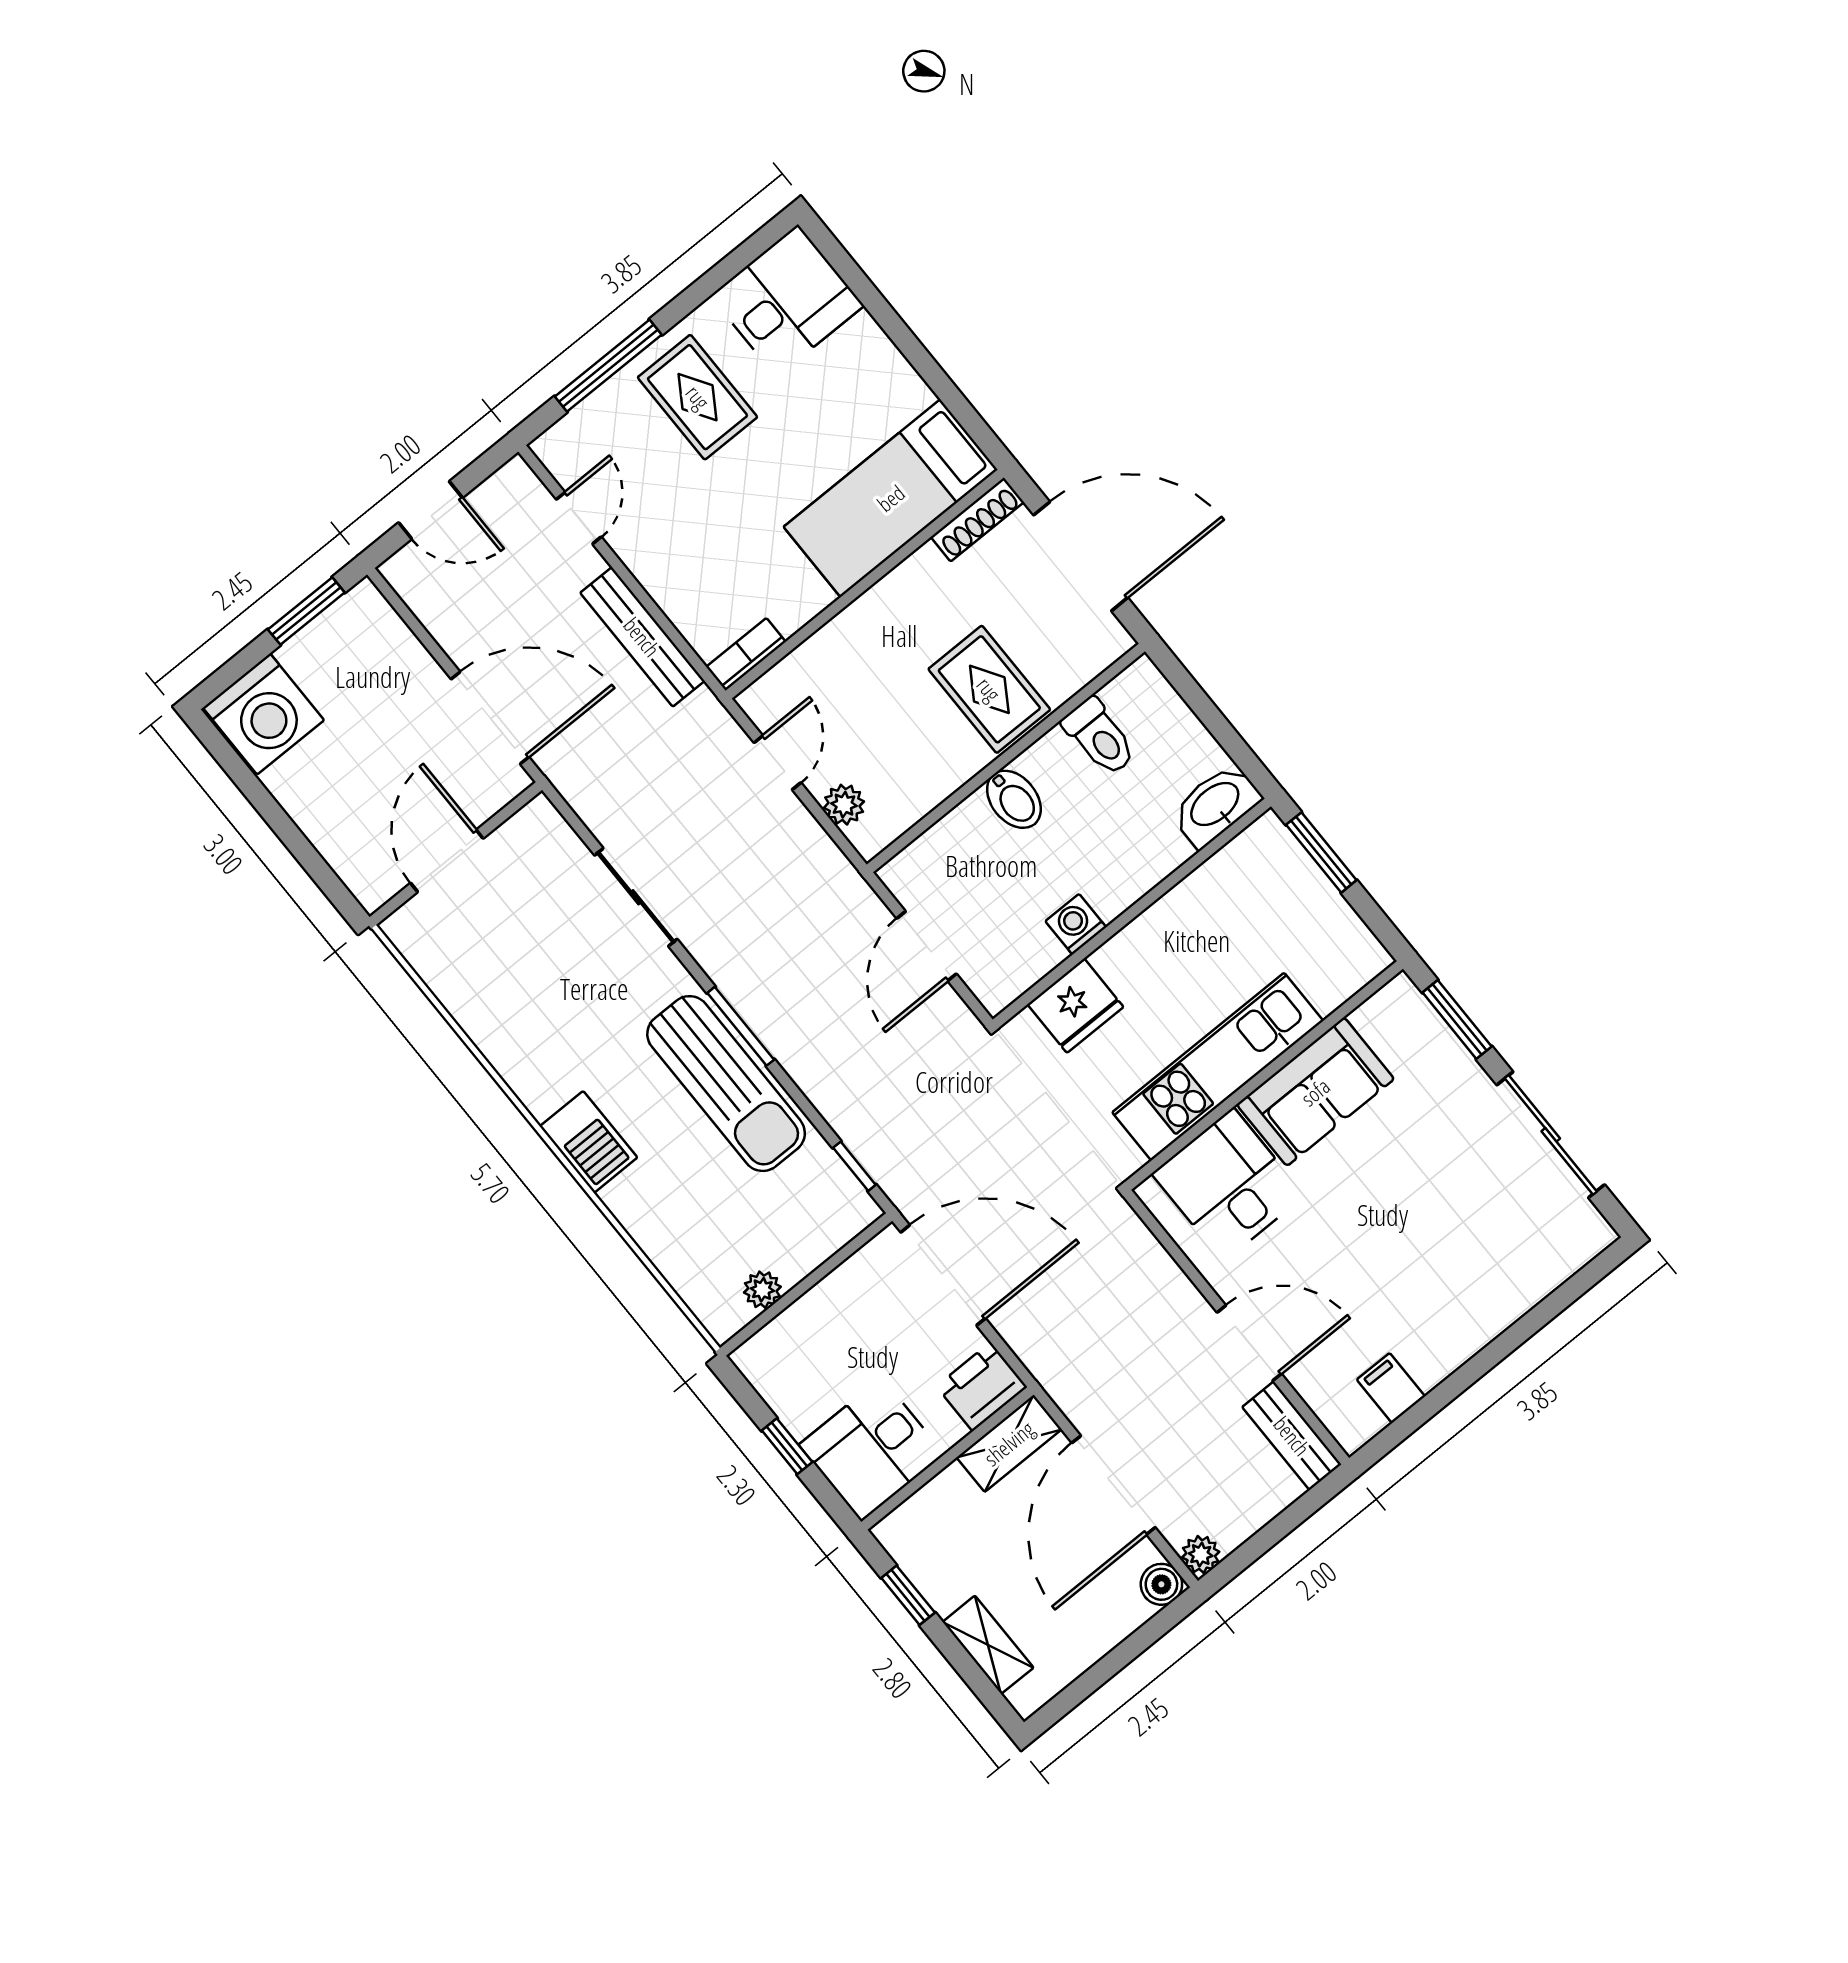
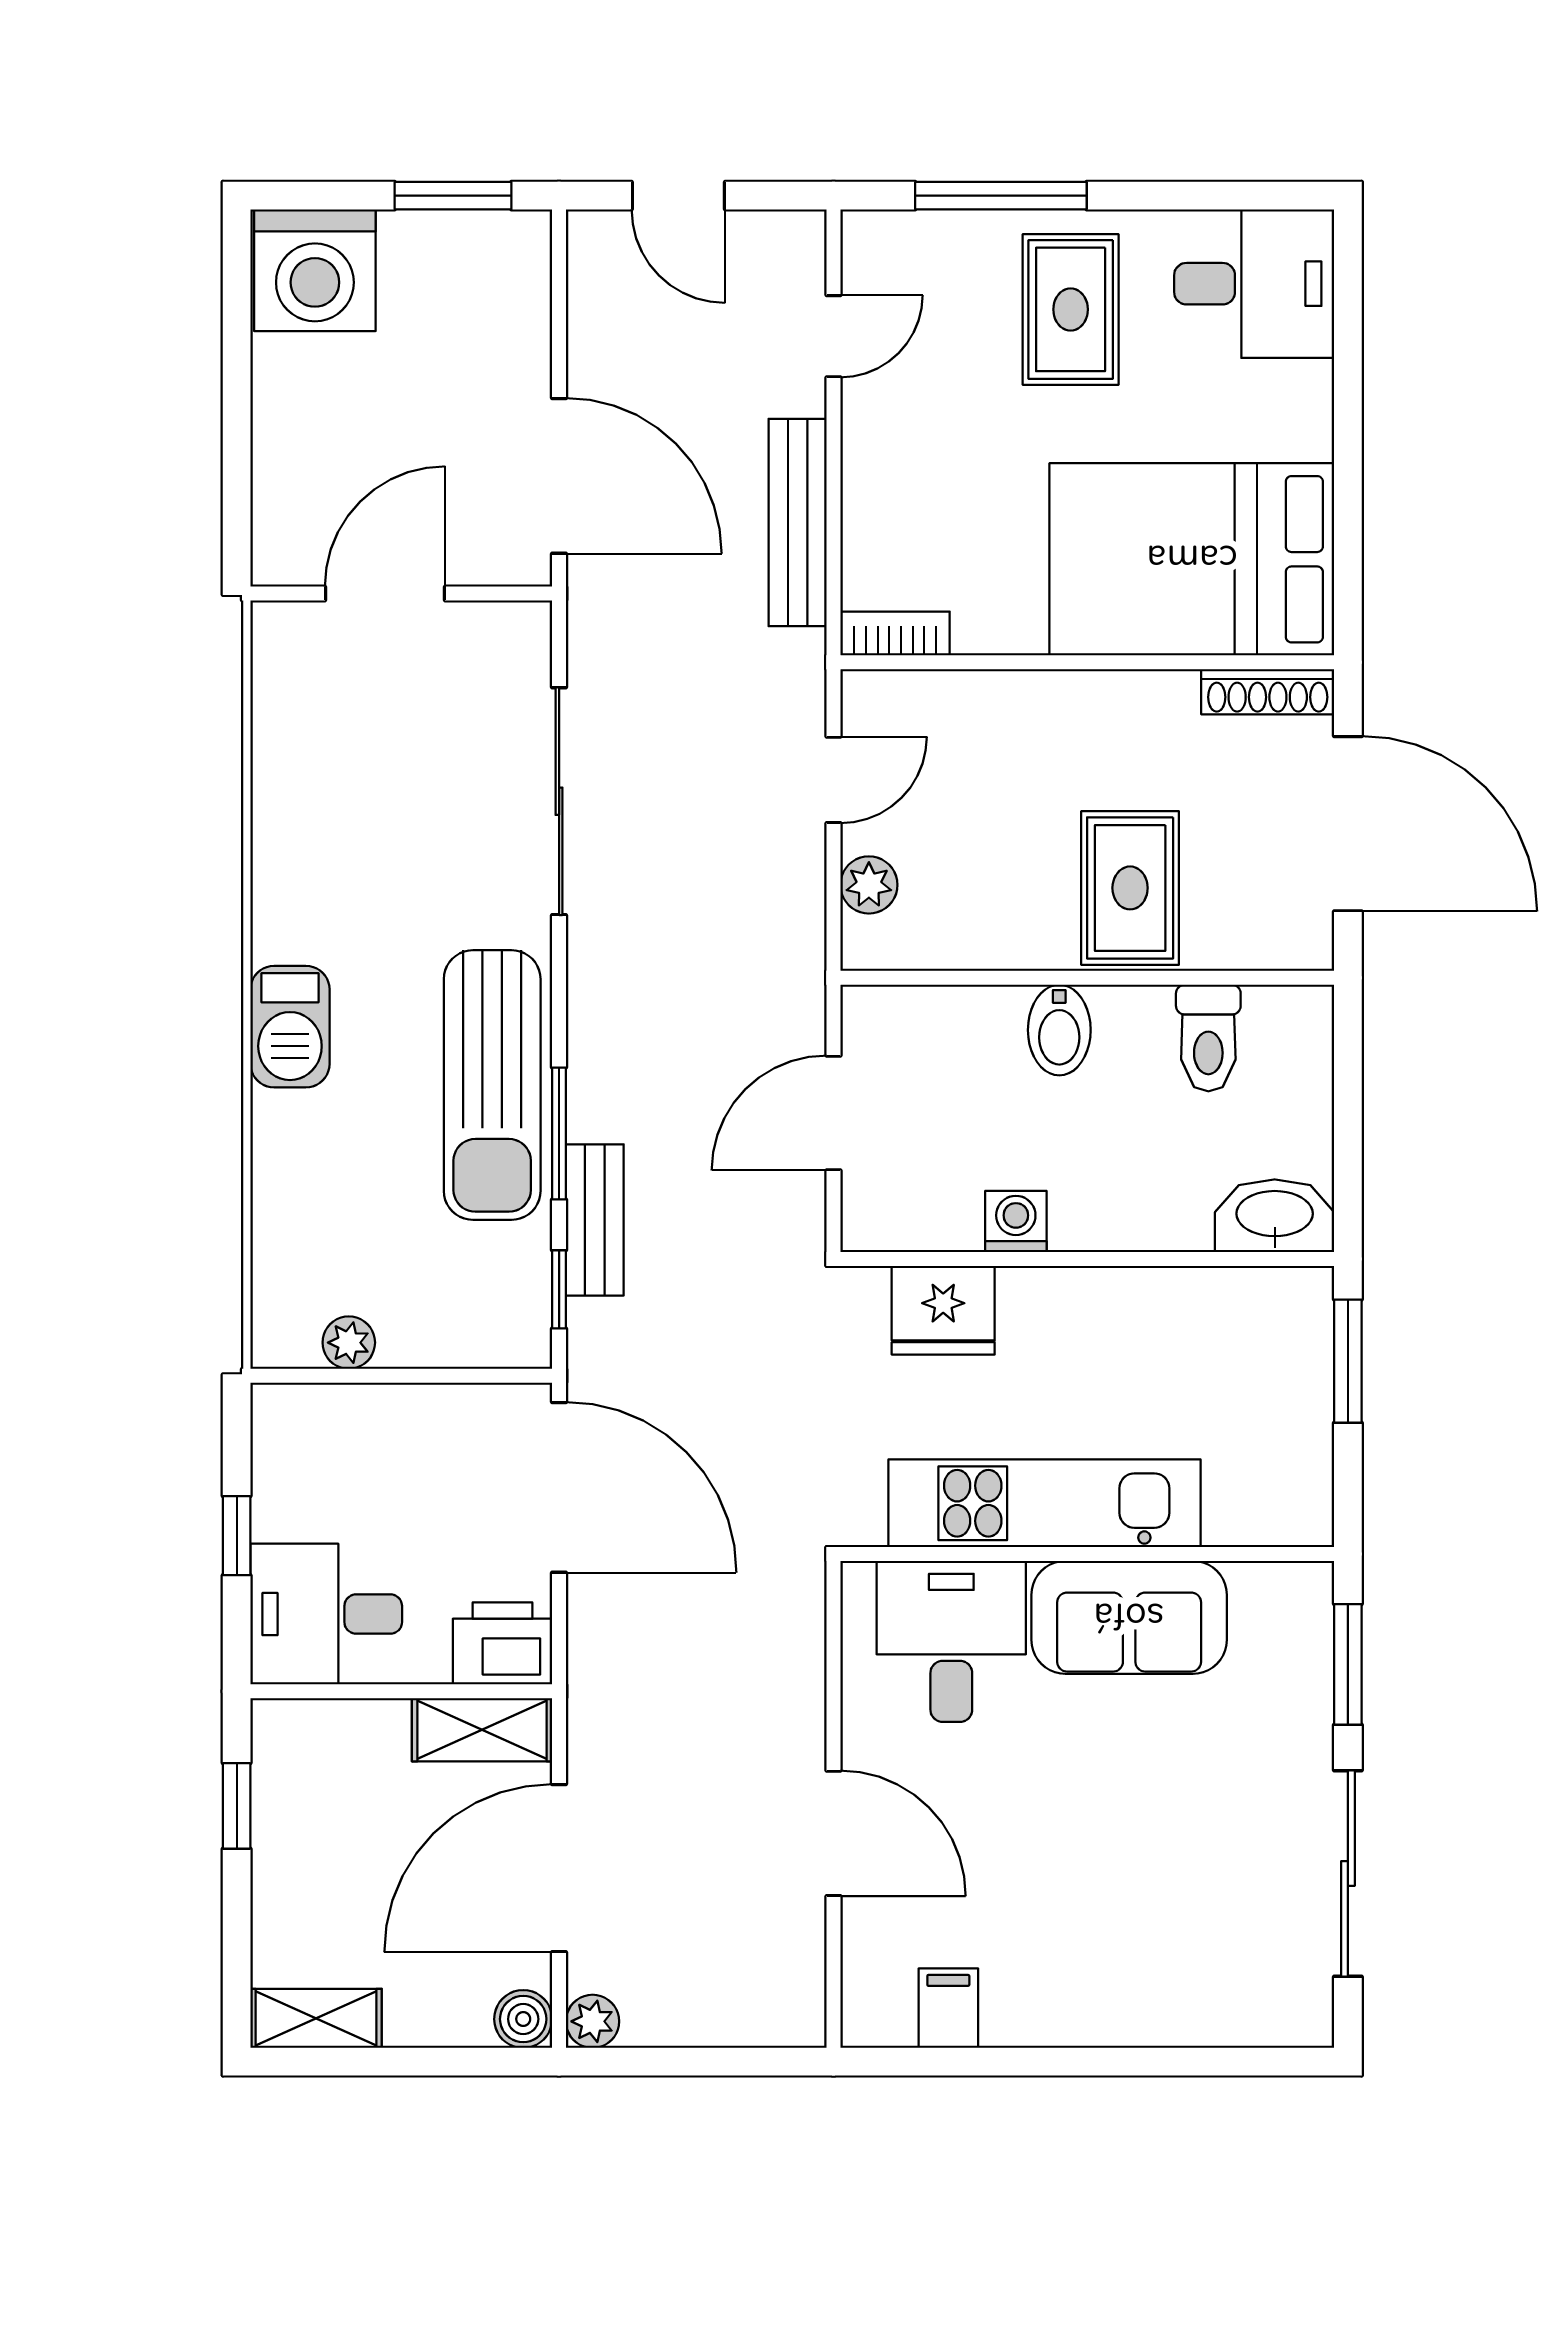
bed: (891, 498) -> (1192, 559), width x1.50
sliding door: (636, 897) -> (559, 801), width x1.37
window: (741, 1026) -> (559, 1133), moved
bench: (1292, 1436) -> (595, 1220), moved
shelving: (988, 1645) -> (316, 2018), moved, turned 90

